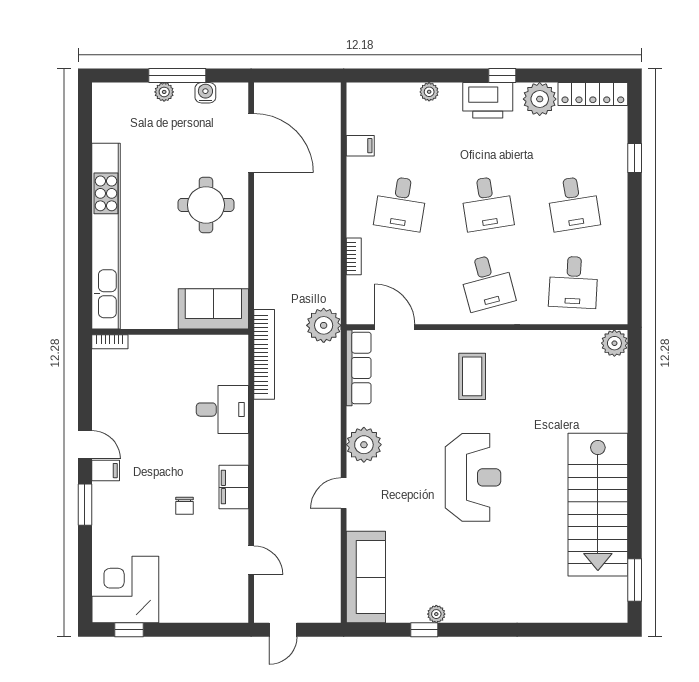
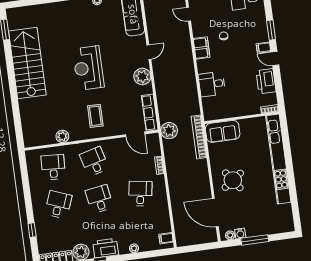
plant: (164, 92) -> (230, 235), moved
filing cabinet: (360, 146) -> (166, 238), moved
desk: (573, 203) -> (58, 205), turned 30
round table: (206, 205) -> (233, 180), turned -36
plant: (614, 343) -> (62, 136), moved
bookcase: (264, 354) -> (199, 137), moved
printer: (110, 400) -> (266, 81), added

